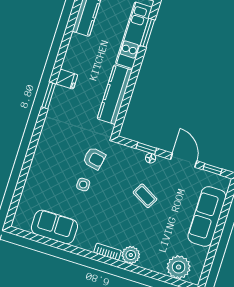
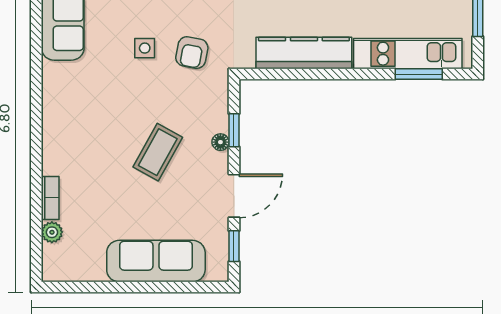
coffee table: (145, 196) -> (158, 152), width x1.36, depth x1.30
bookcase: (108, 252) -> (50, 198), moved
plant: (131, 255) -> (56, 159), removed
plant: (179, 267) -> (52, 232), width x0.53, depth x0.53

